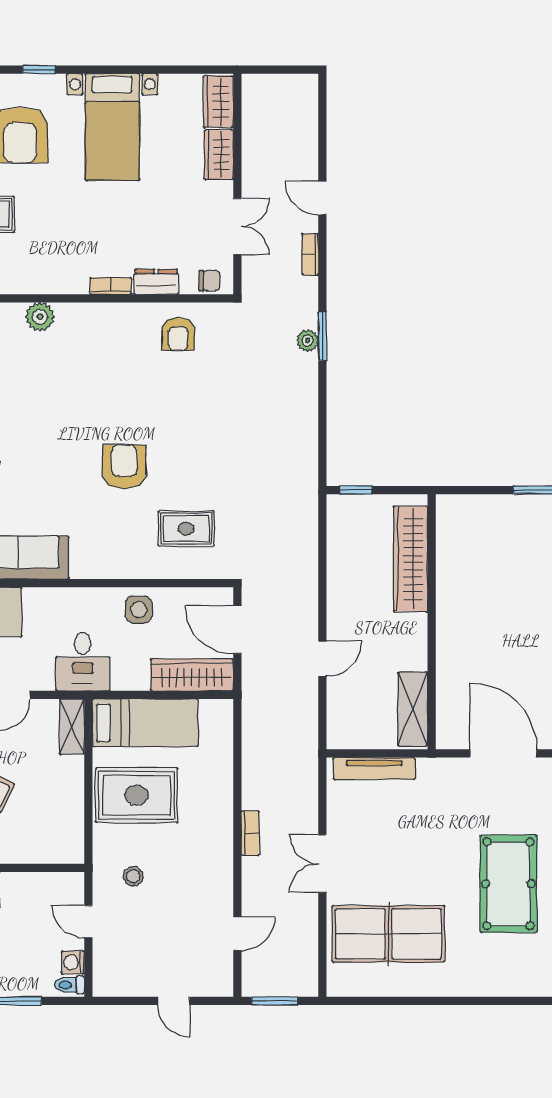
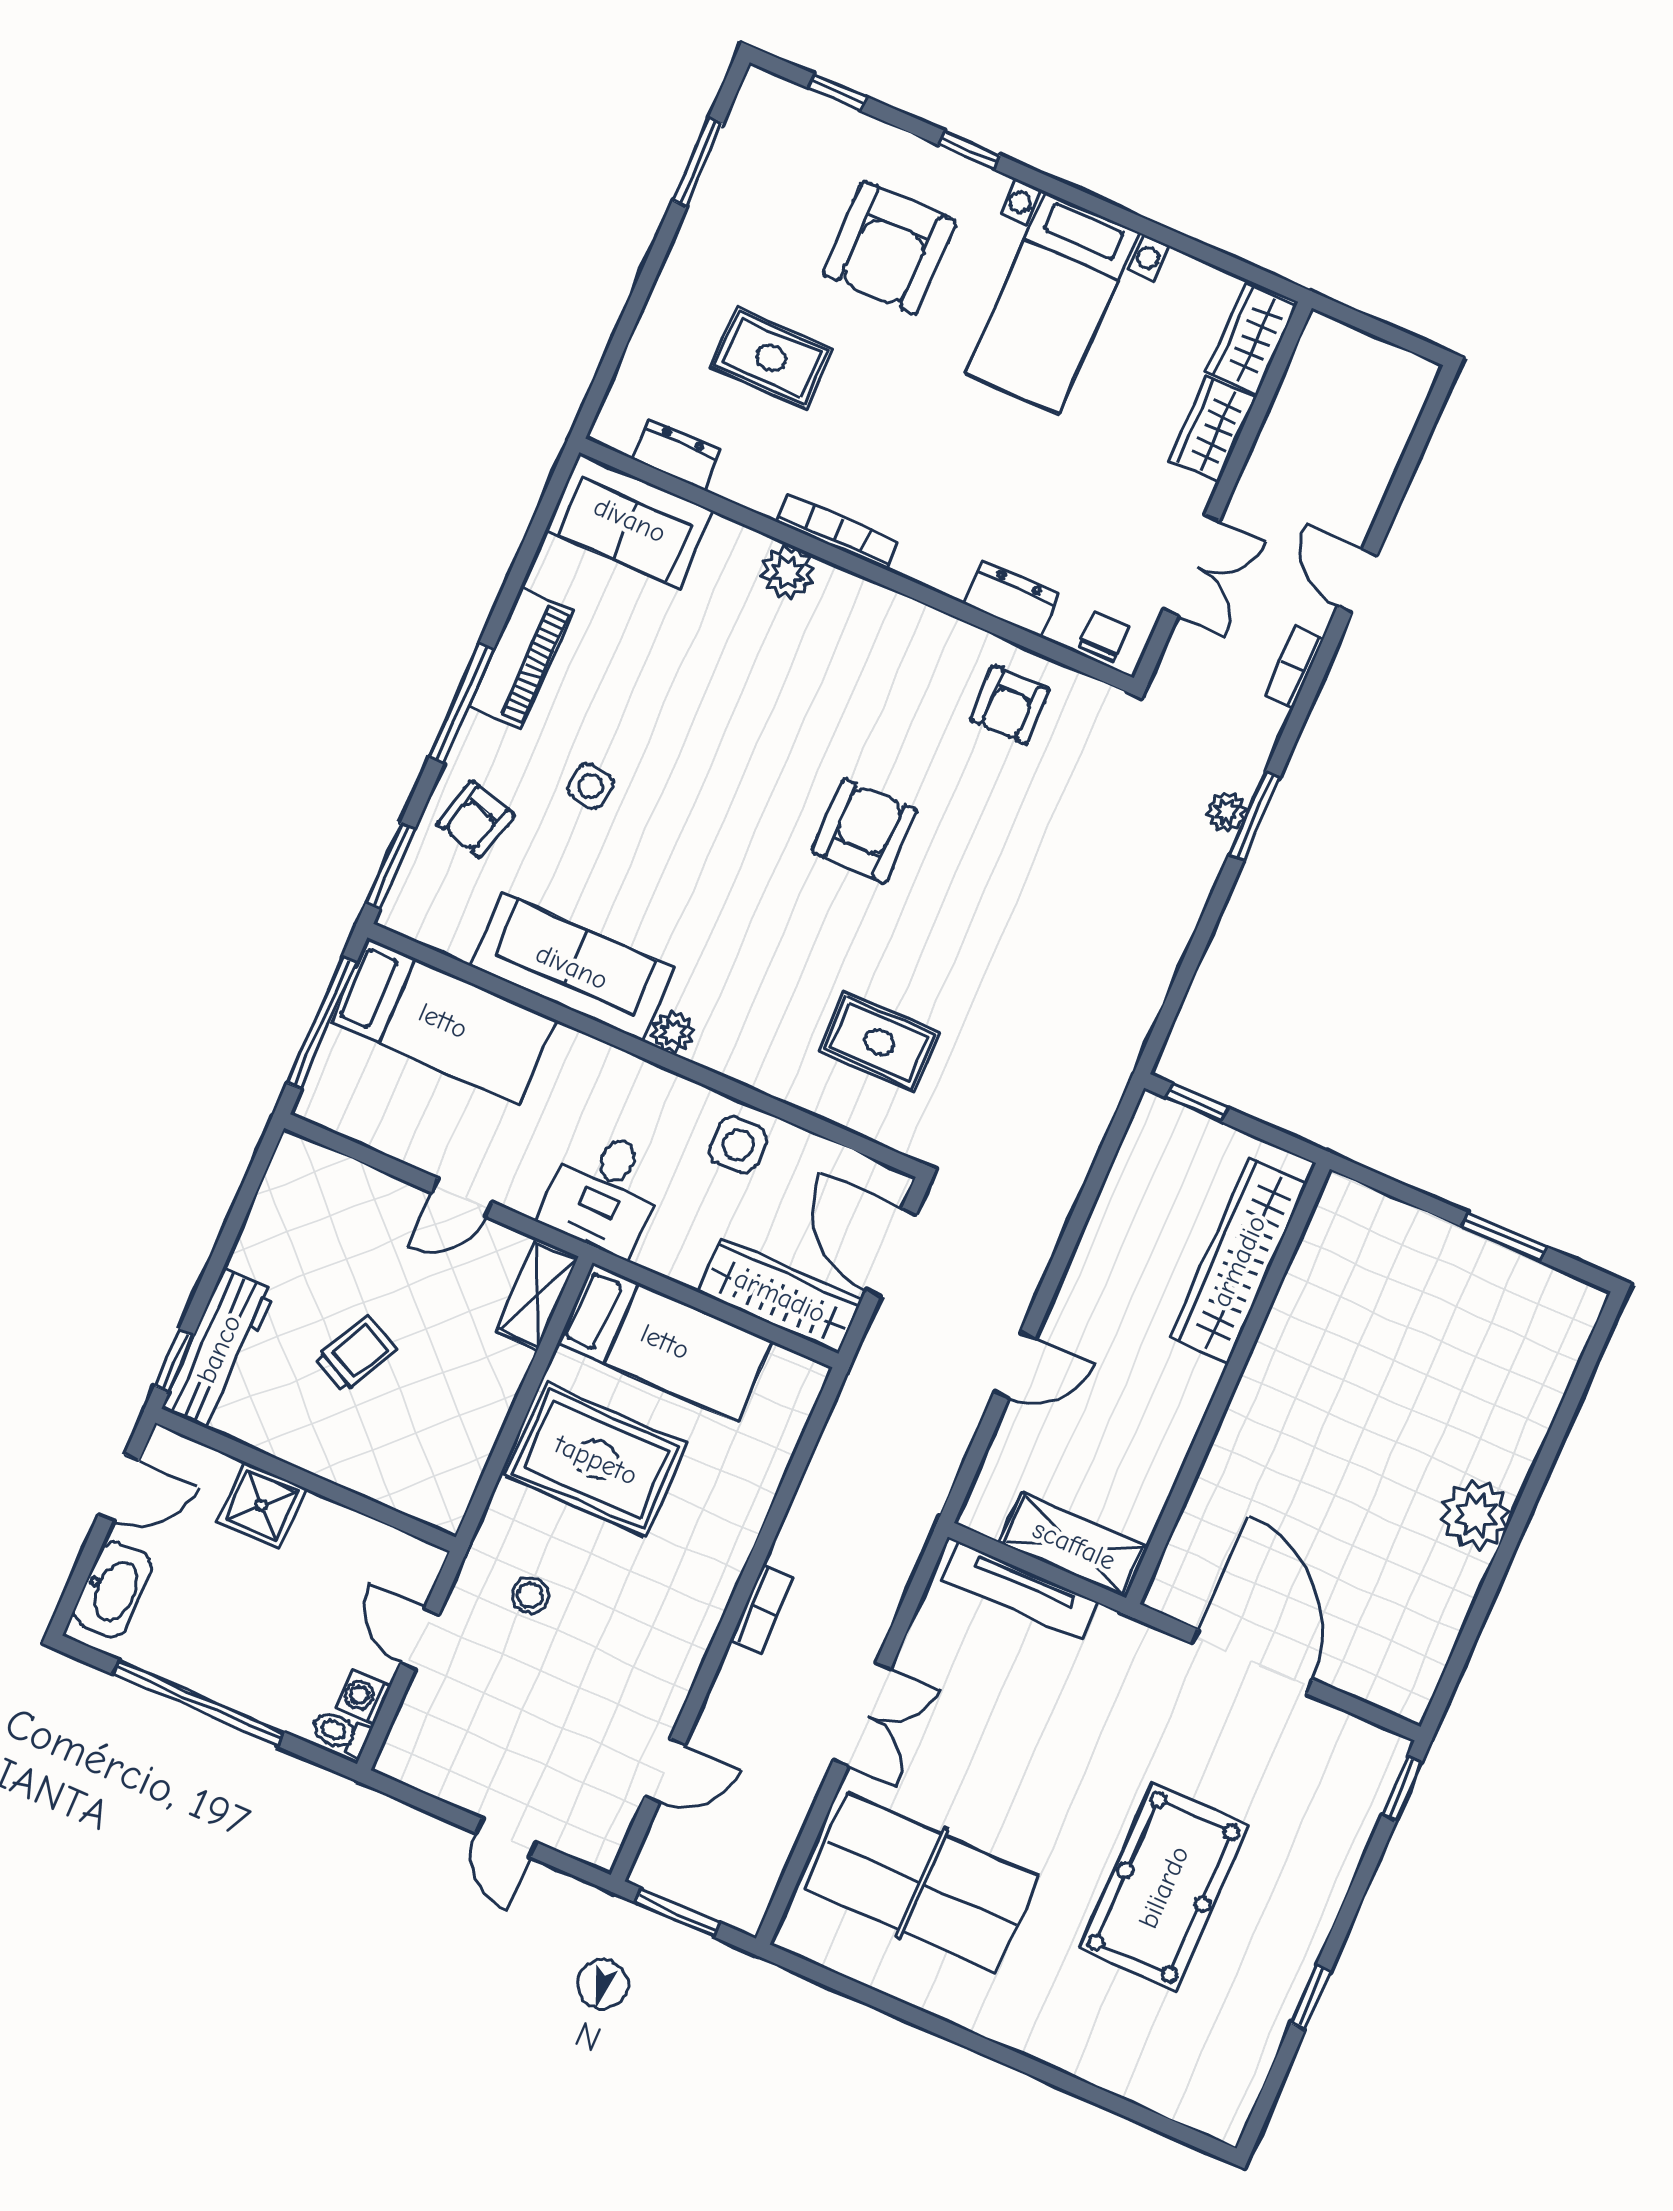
chair: (210, 281) -> (1103, 637), turned -90
bookcase: (111, 286) -> (837, 532), moved, width x1.56
armchair: (124, 467) -> (864, 831), moved
plant: (82, 568) -> (673, 1032), added
shelving: (413, 709) -> (1074, 1545), moved, turned 90
double door: (322, 864) -> (862, 1714), swing flipped

